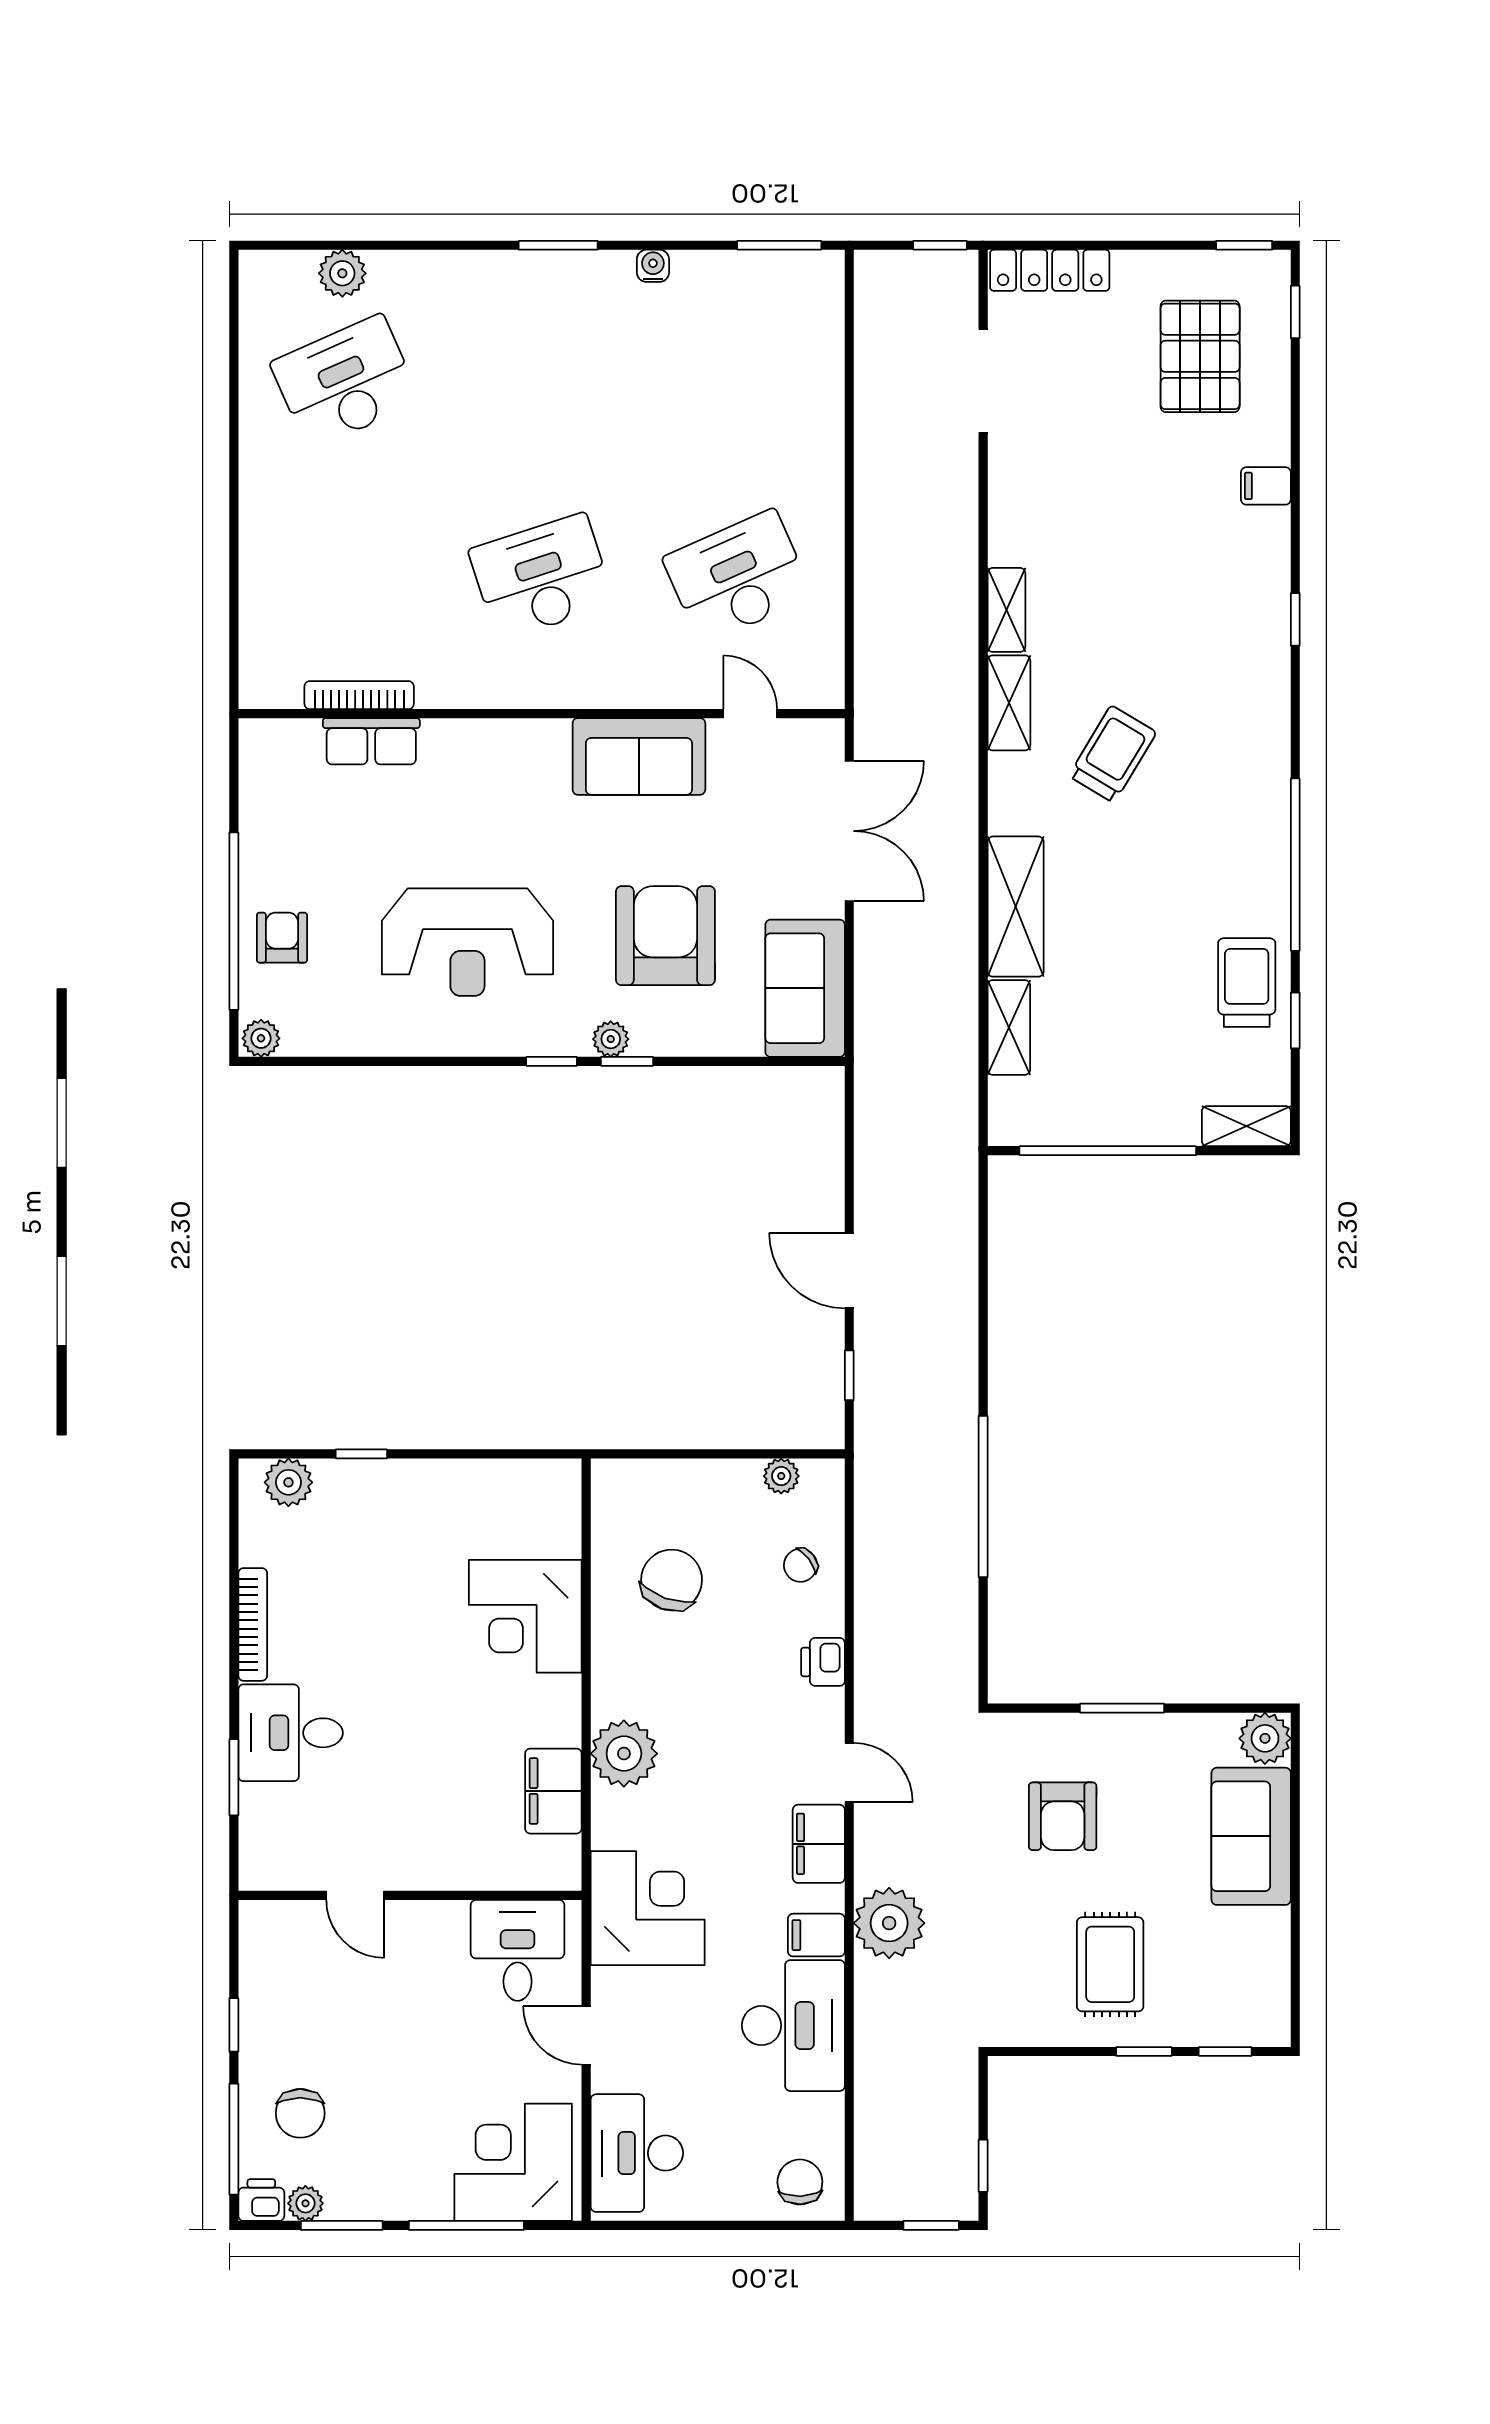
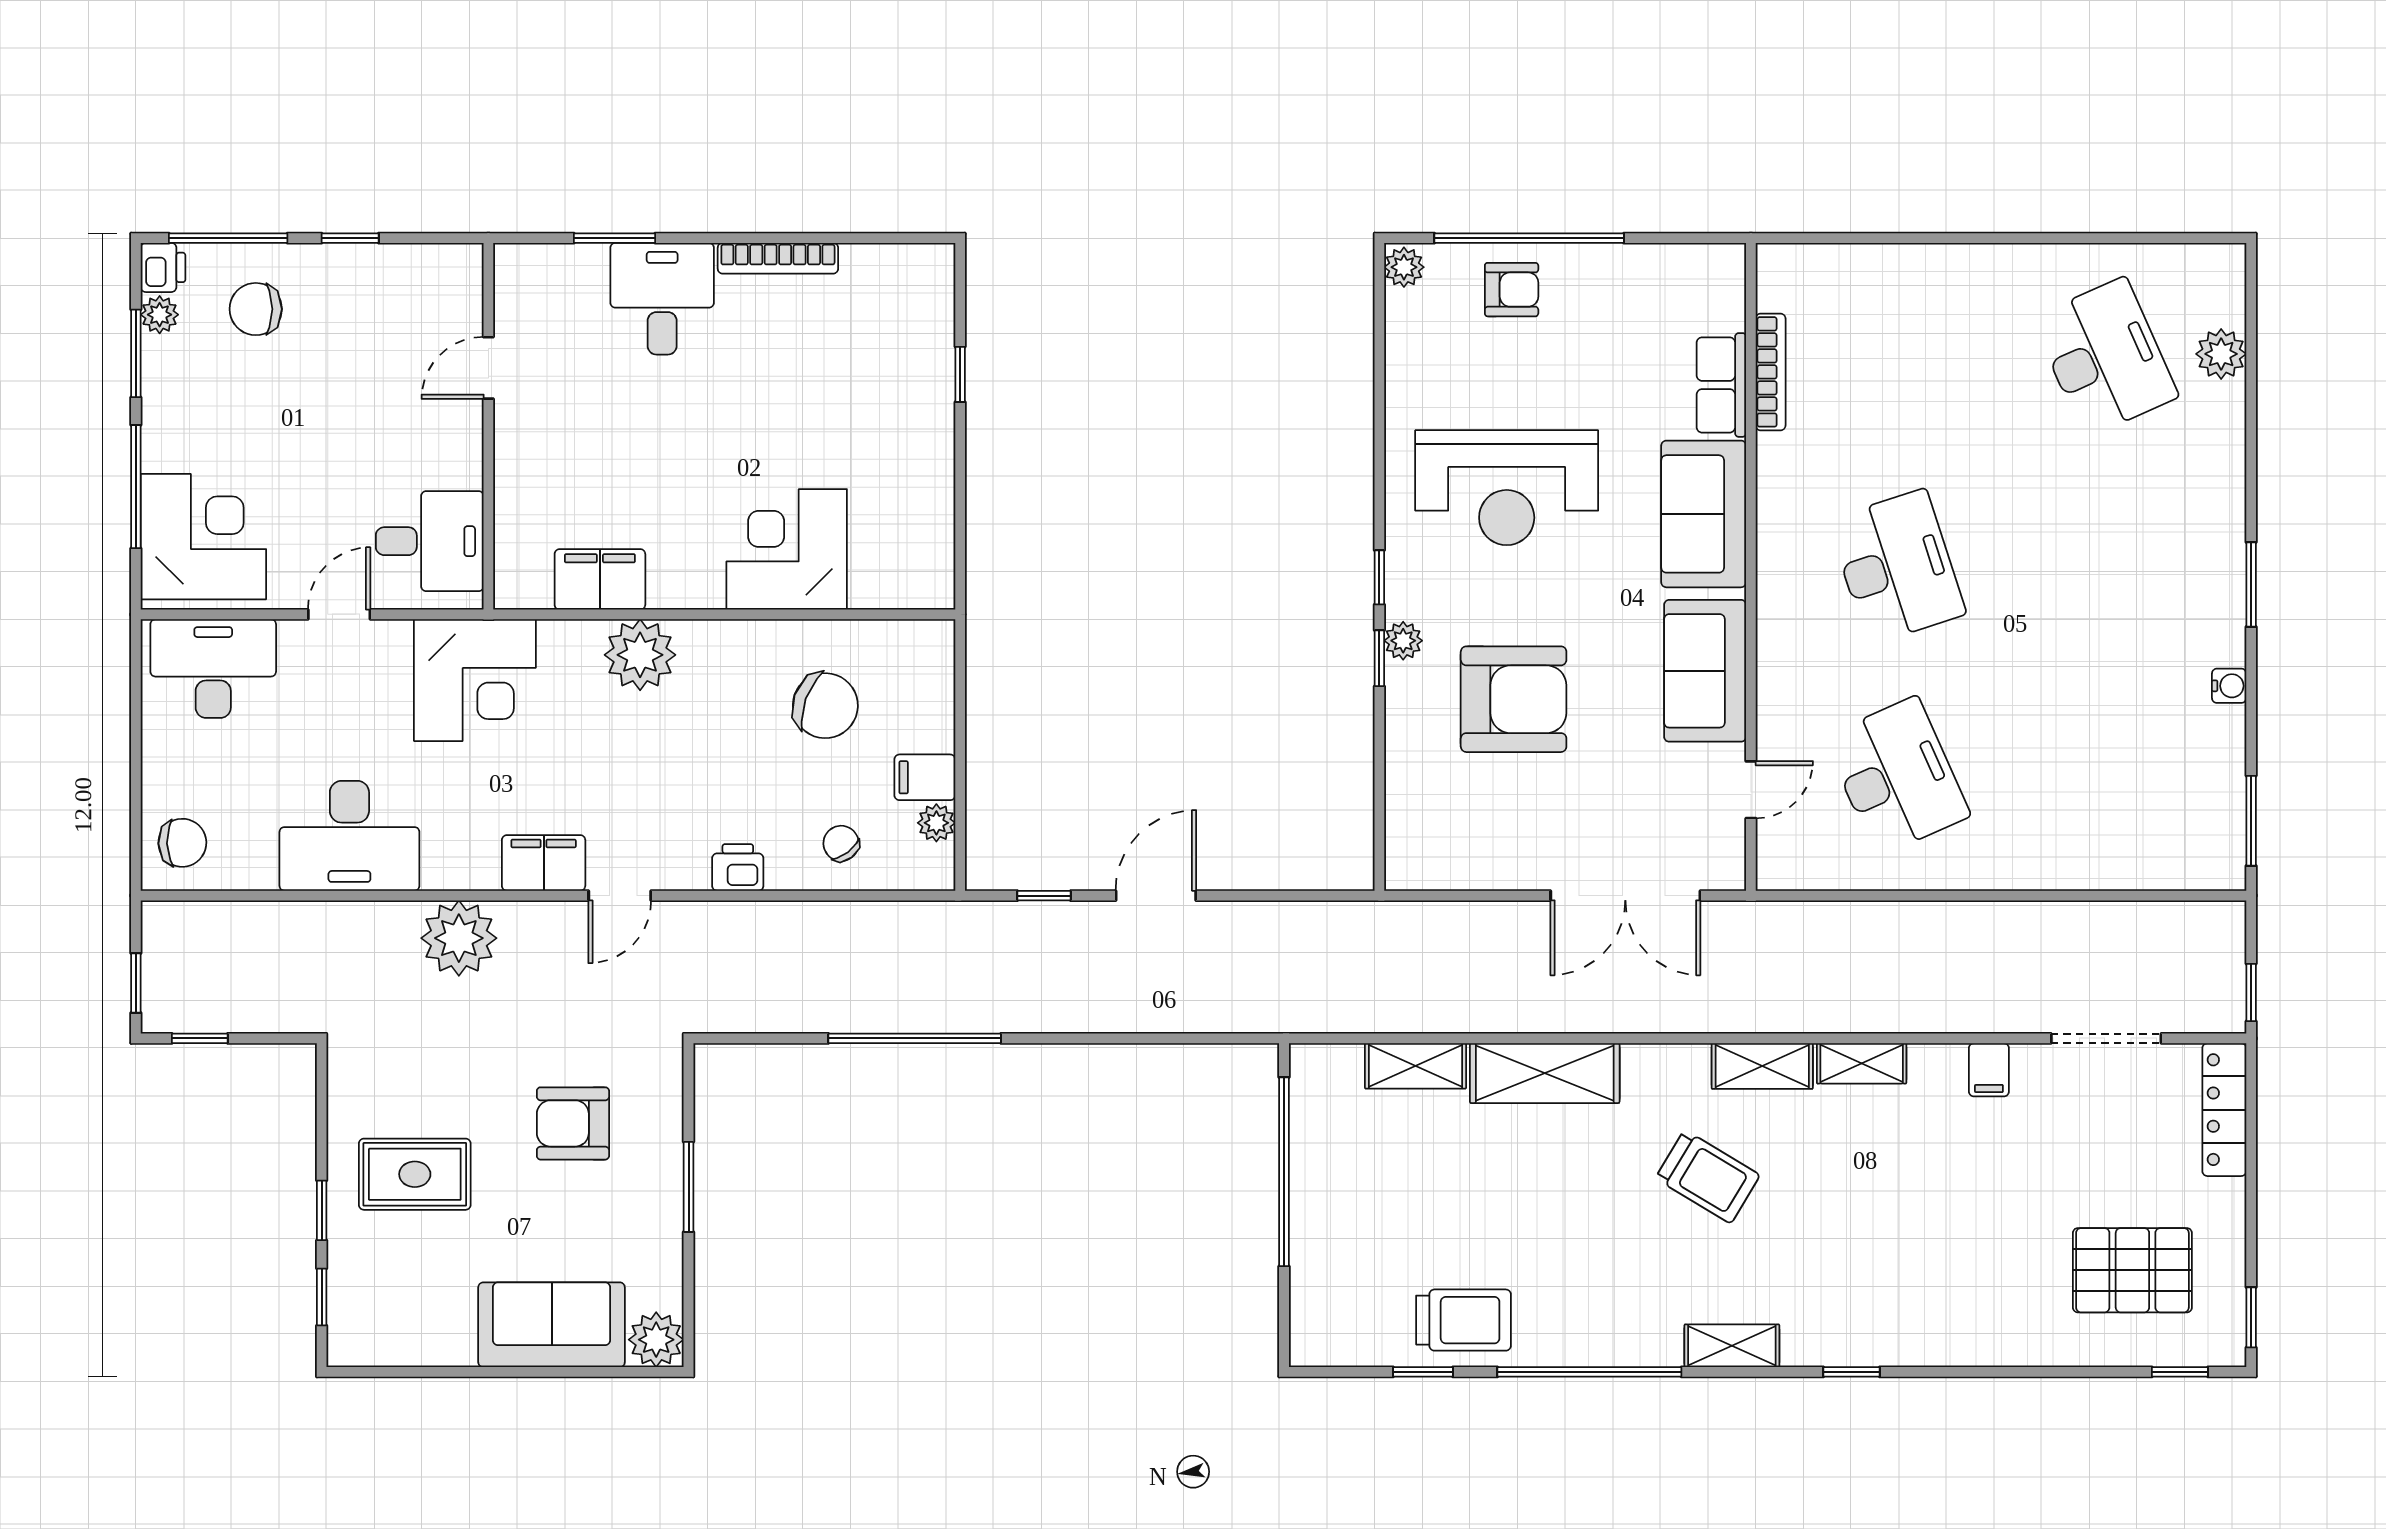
filing cabinet: (1266, 486) -> (1989, 1070), moved, turned 180
reception desk: (467, 942) -> (1507, 488), turned -90
sofa: (805, 988) -> (1704, 514), moved, turned -90
shelving: (1246, 1126) -> (1732, 1346), moved, turned 90
plant: (288, 1482) -> (930, 296), removed
filing cabinet: (816, 1935) -> (925, 777), moved, turned -90

